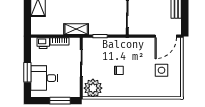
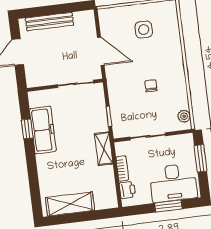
door: (166, 36) -> (101, 51), moved
desk: (44, 78) -> (173, 183), width x1.37
plant: (93, 88) -> (184, 116), width x0.53, depth x0.53

